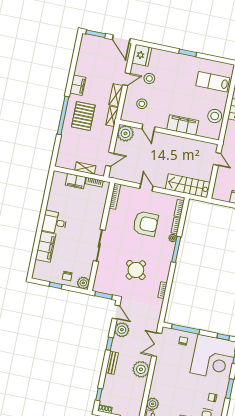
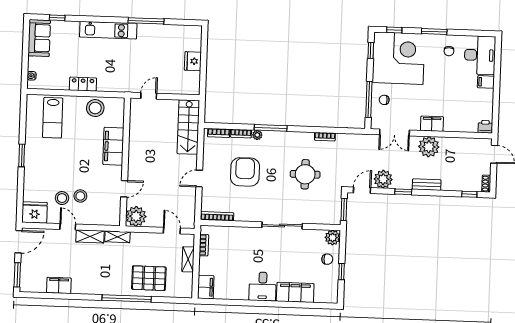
filing cabinet: (78, 85) -> (59, 285), moved
stool: (142, 104) -> (80, 196), moved
pallet: (83, 116) -> (149, 278), moved
filing cabinet: (76, 181) -> (206, 287), moved
round table: (136, 270) -> (305, 174), turned -35
filing cabinet: (158, 375) -> (432, 124), added
plant: (153, 404) -> (470, 125), removed

